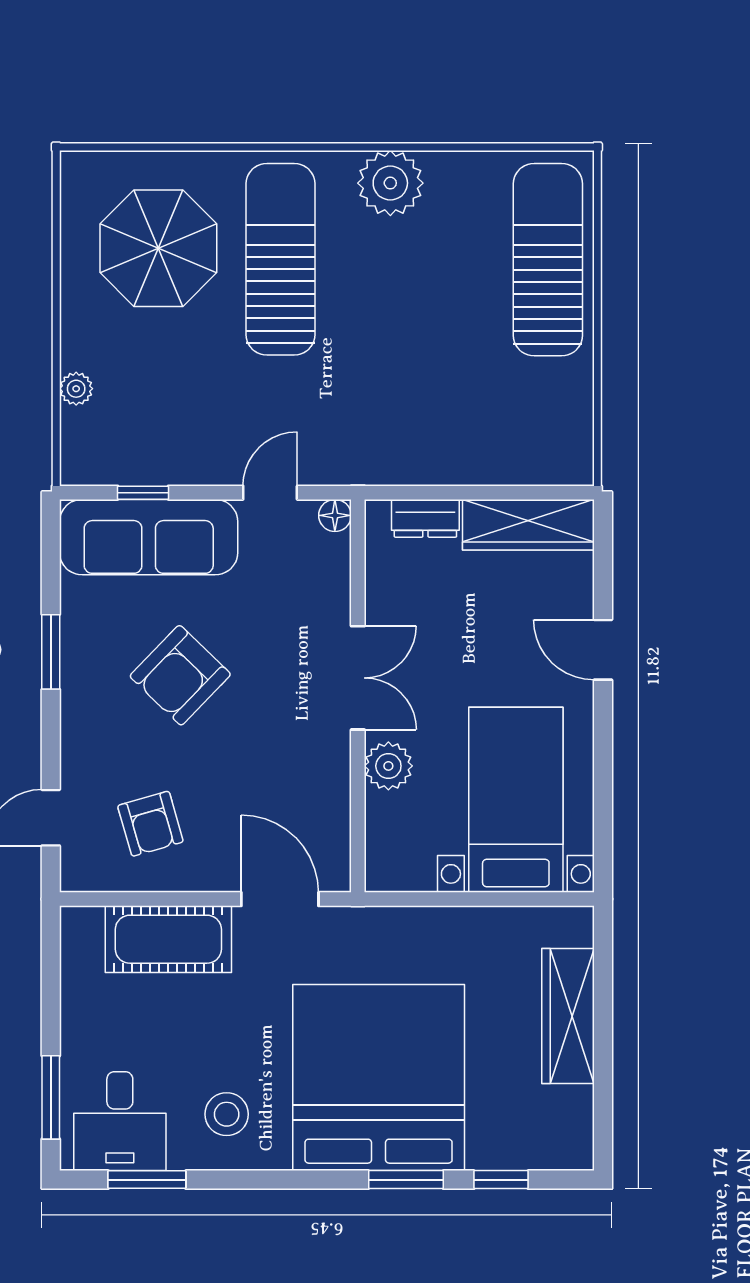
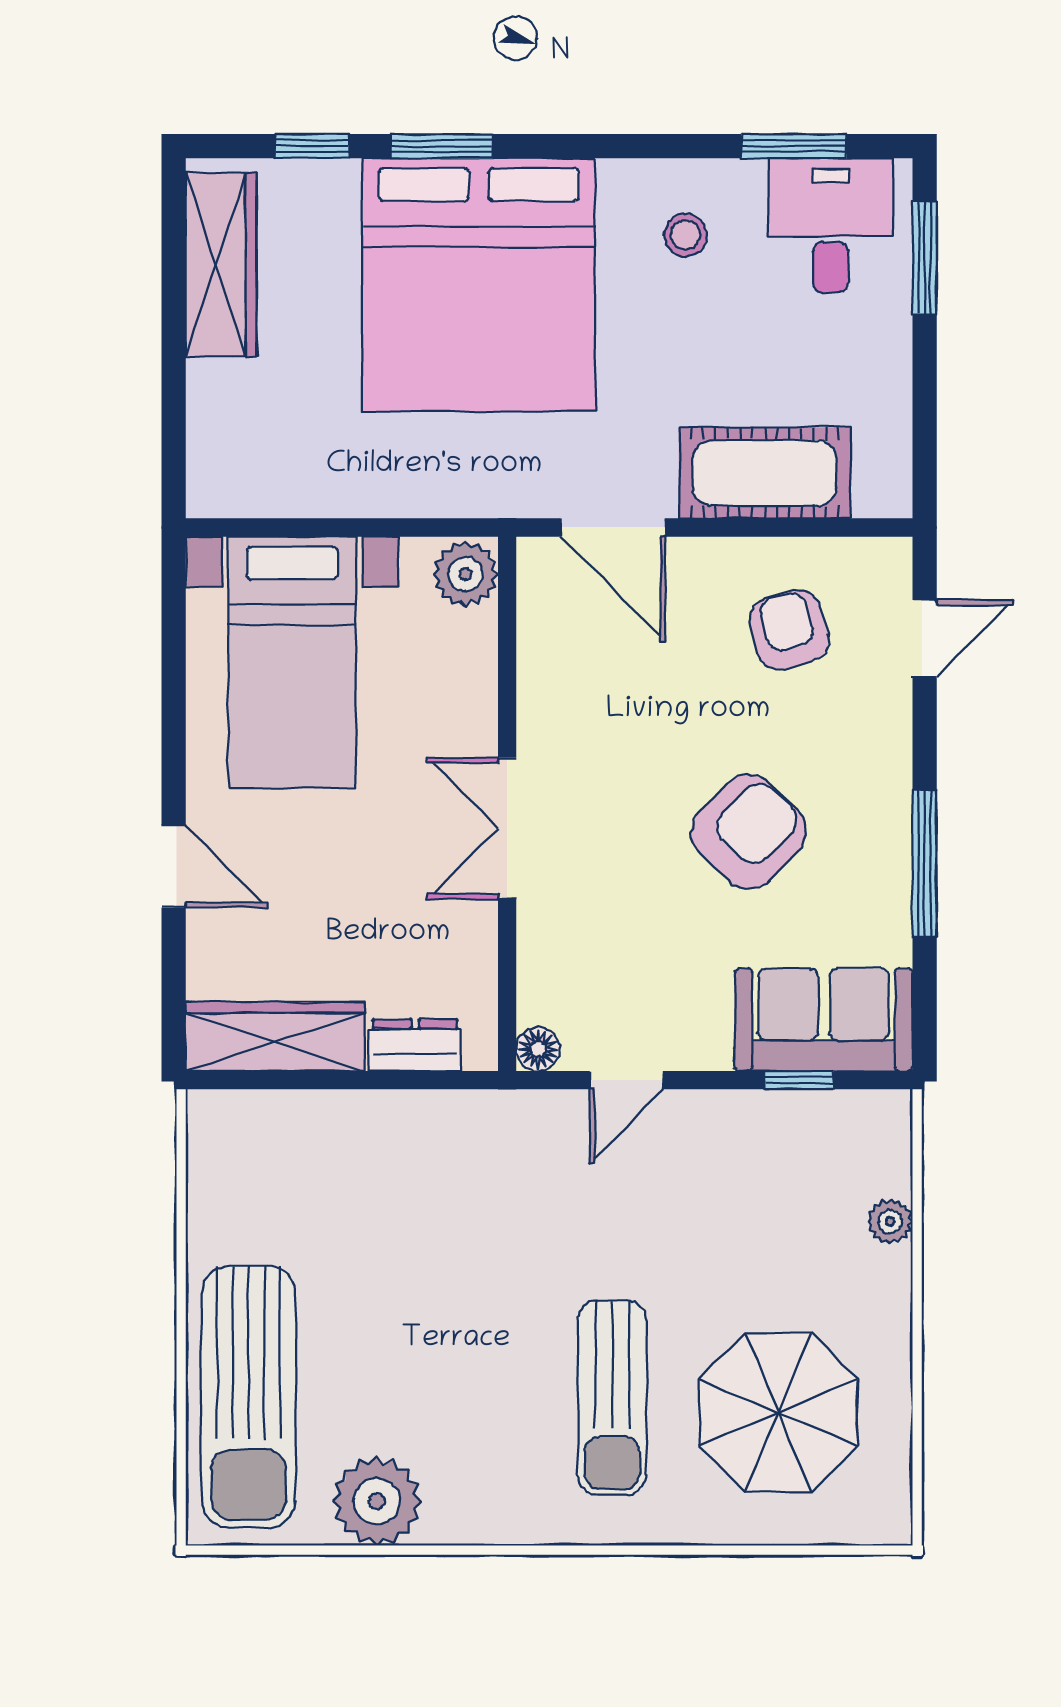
plant: (390, 183) -> (377, 1501), moved
sun lounger: (281, 259) -> (612, 1398), width x0.73, depth x0.75
sofa: (149, 537) -> (824, 1020), width x0.73
window: (51, 652) -> (925, 864), width x1.44
plant: (388, 766) -> (465, 574), moved
wardrobe: (568, 1016) -> (221, 265), moved
stool: (227, 1114) -> (685, 235), width x0.73, depth x0.73

